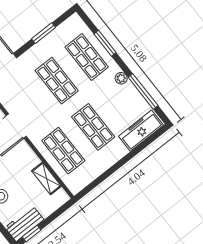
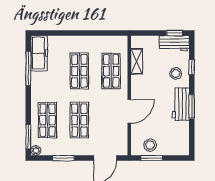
window: (105, 43) -> (28, 137), moved
plant: (121, 78) -> (36, 151), moved
freezer: (141, 131) -> (39, 53), moved, turned -90

